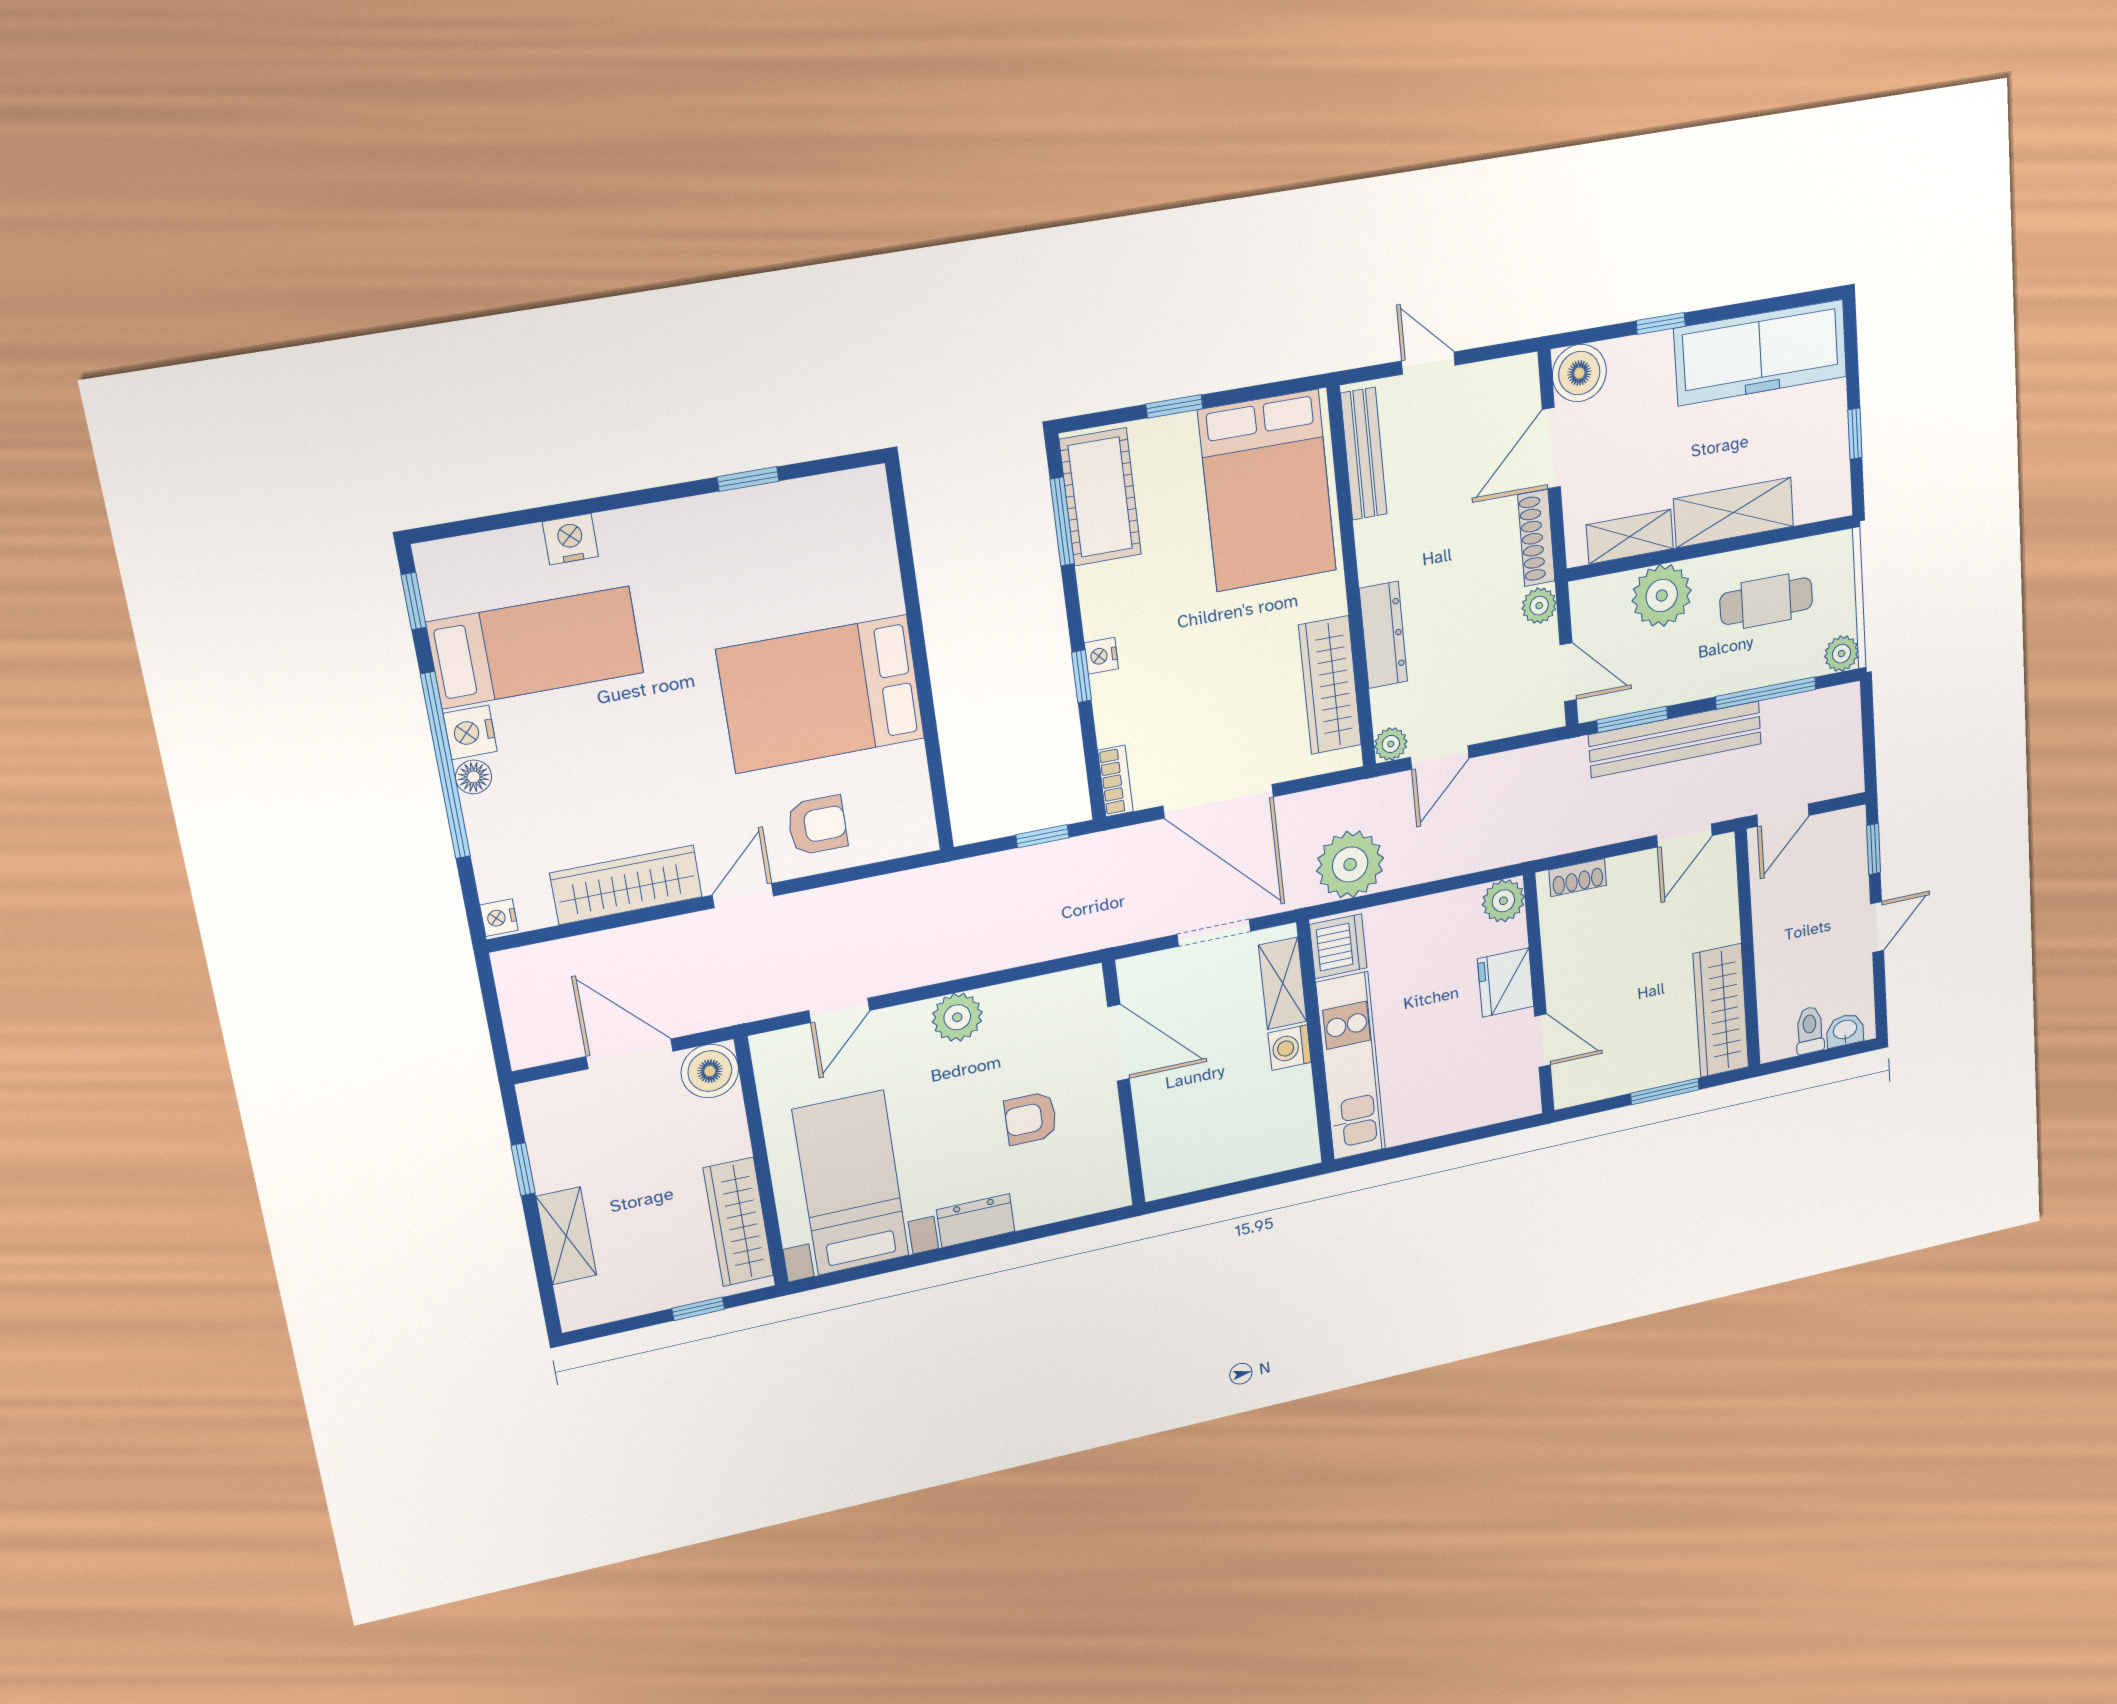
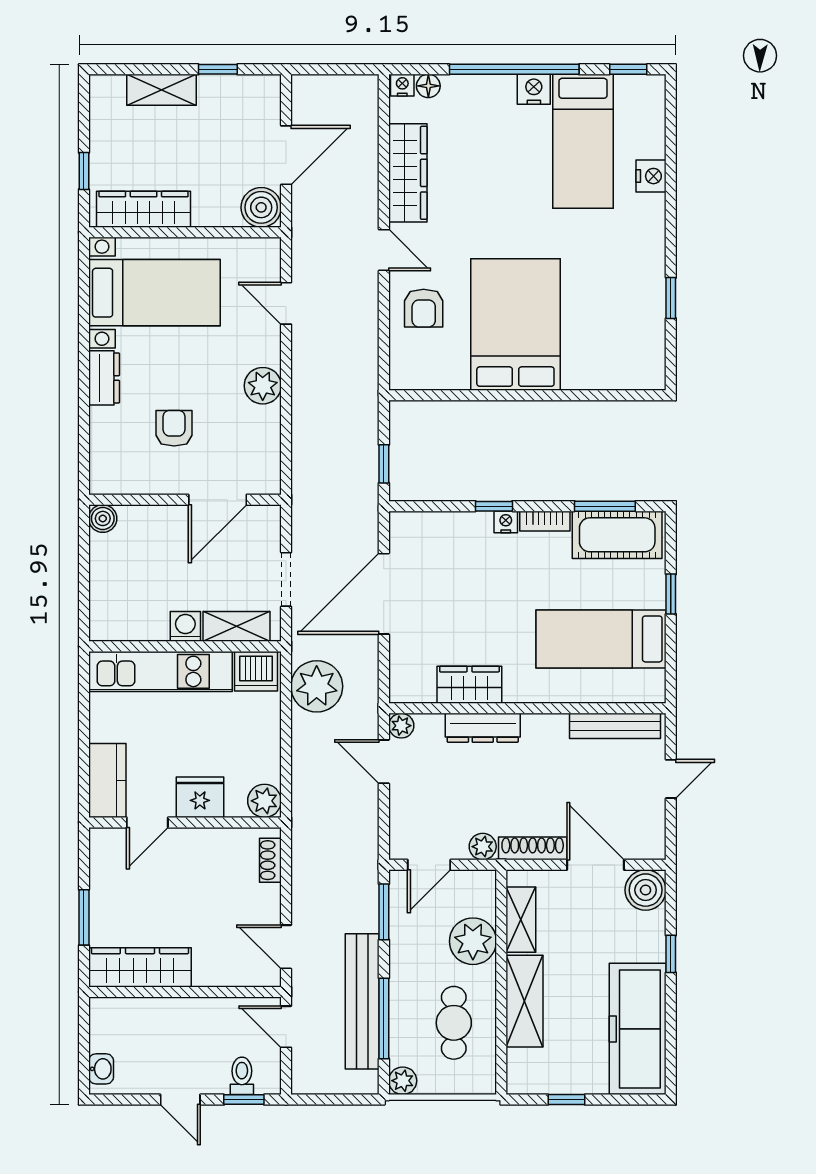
bed: (1267, 491) -> (601, 639), width x0.67
wardrobe: (1330, 685) -> (469, 685), width x0.67
bench: (1675, 739) -> (362, 1001), moved
floor lamp: (474, 777) -> (428, 86), moved
bookcase: (1115, 781) -> (545, 521), moved
toilet: (1810, 1030) -> (242, 1076), moved, turned -90
kitchen counter: (1494, 1101) -> (107, 780), added
boiler: (1161, 1181) -> (103, 518), added

